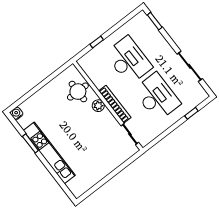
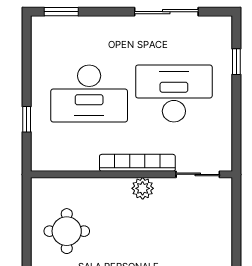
desk: (129, 60) -> (89, 93), turned 180
round table: (78, 92) -> (67, 231), moved
plant: (98, 106) -> (143, 188), moved

